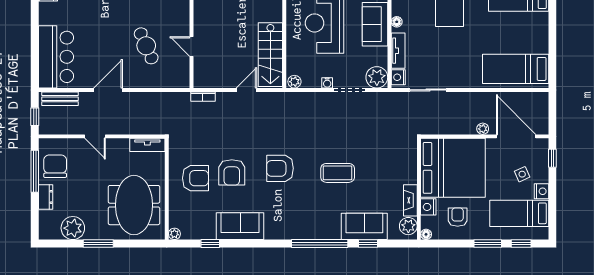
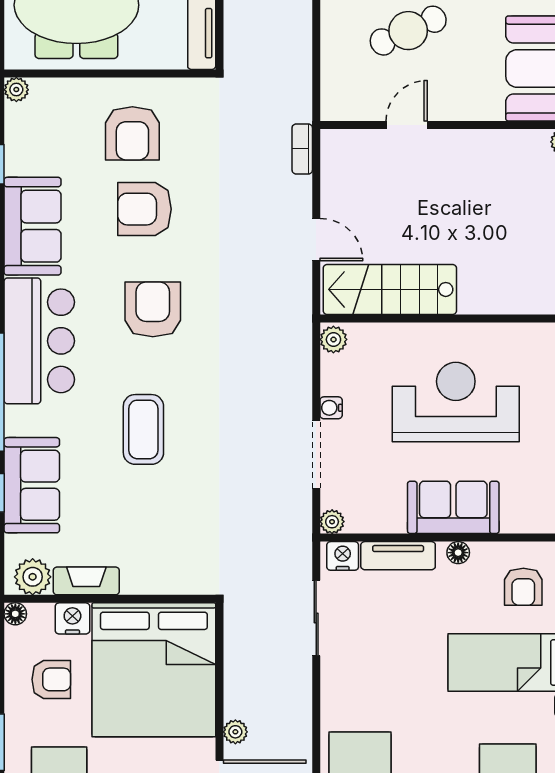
plant: (377, 77) -> (332, 522), width x0.53, depth x0.53
bar counter: (295, 223) -> (39, 341), added

